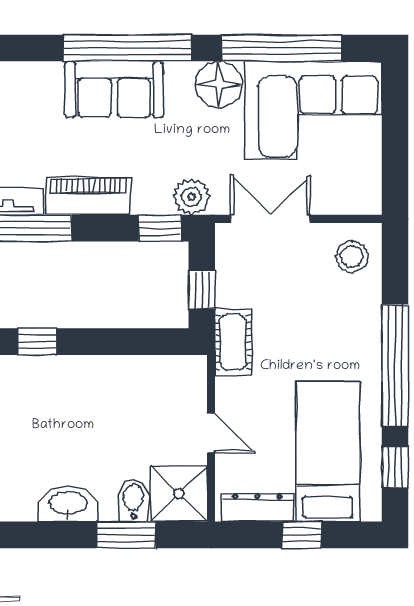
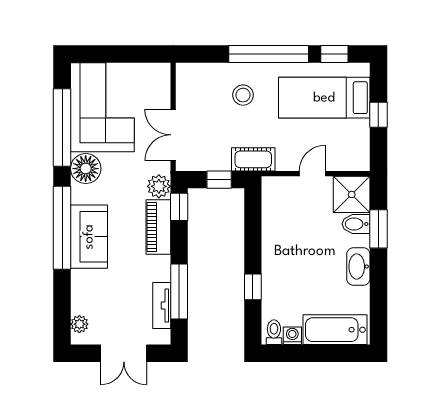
piano: (88, 196) -> (158, 227), moved
stool: (352, 257) -> (243, 95), moved
dresser: (257, 508) -> (361, 143), removed

